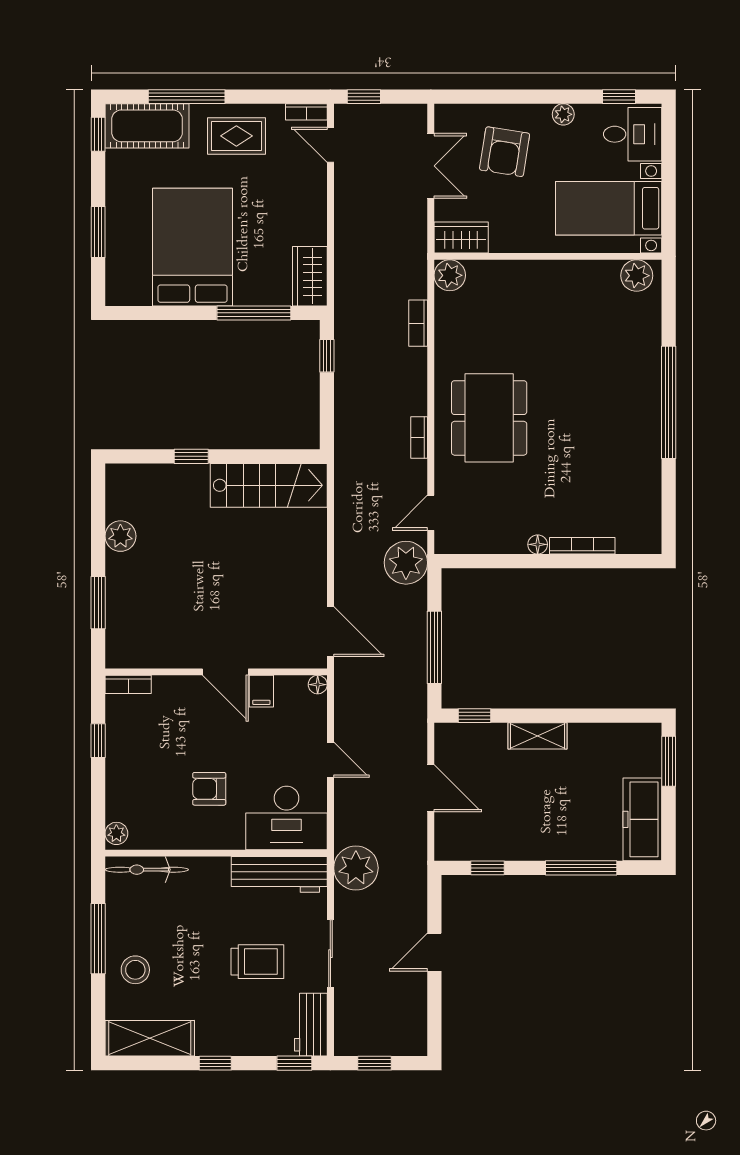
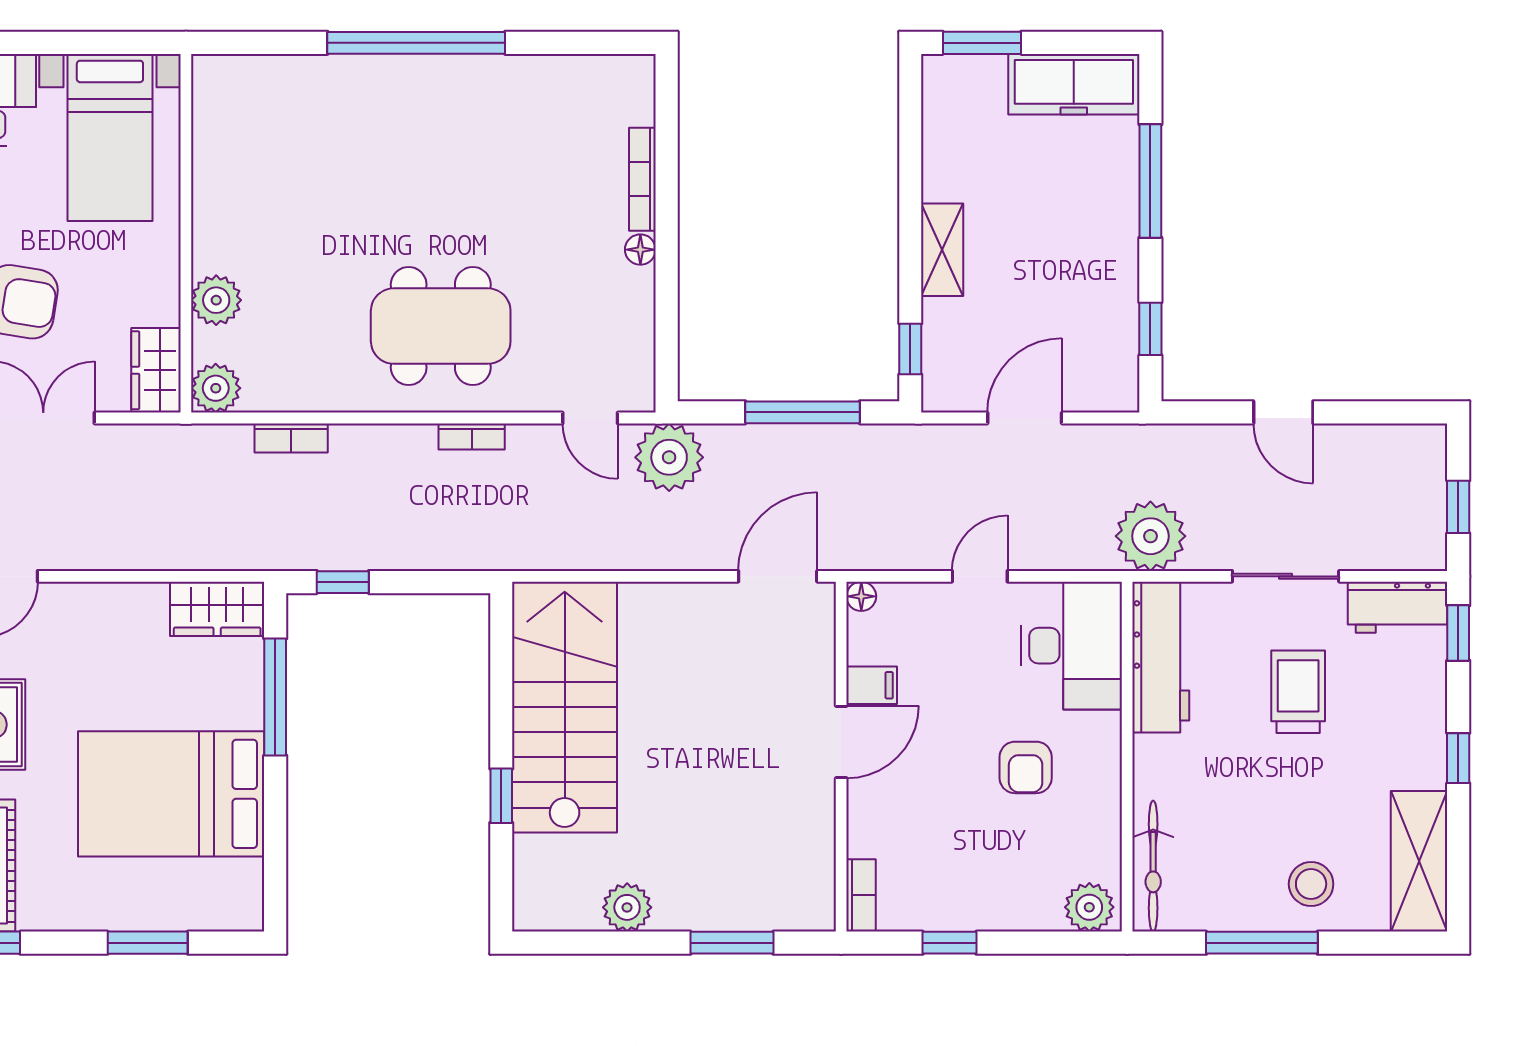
plant: (637, 276) -> (216, 300), moved
stairs: (269, 485) -> (565, 707), width x1.36, depth x1.51
plant: (116, 833) -> (1089, 907), width x1.38, depth x1.38

